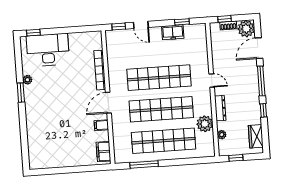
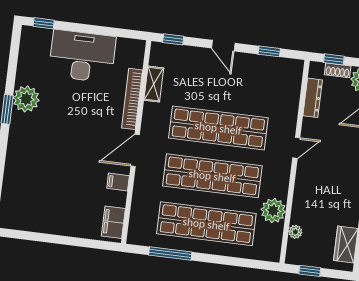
door: (141, 25) -> (223, 46), moved
freezer: (173, 32) -> (252, 64), removed
desk: (48, 50) -> (82, 56), moved
shelving: (112, 58) -> (154, 84), added
plant: (27, 80) -> (26, 99), width x1.87, depth x1.87
door: (212, 80) -> (296, 148), hinge flipped
dresser: (220, 108) -> (313, 98), moved

